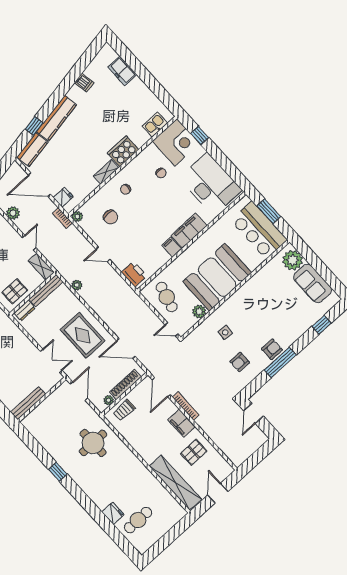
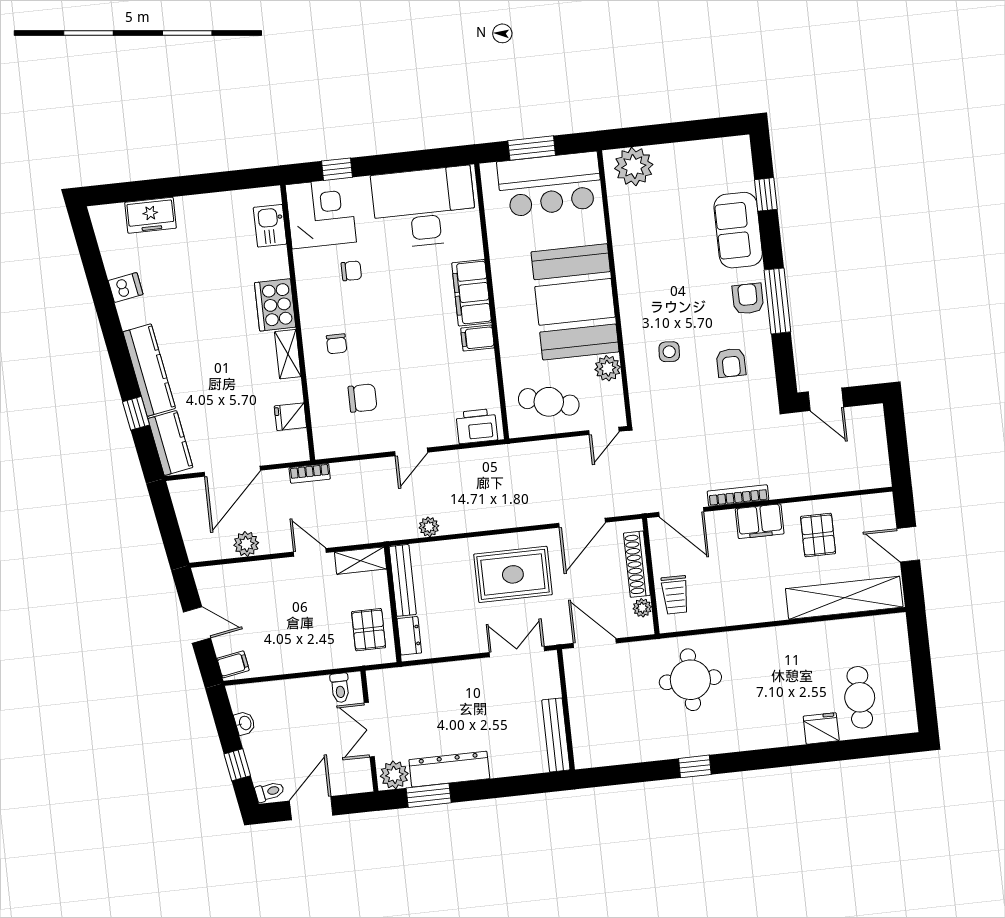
fridge: (63, 197) -> (290, 417), moved, turned -90
plant: (77, 216) -> (324, 449), removed
sofa: (313, 283) -> (738, 230), moved, turned 90

